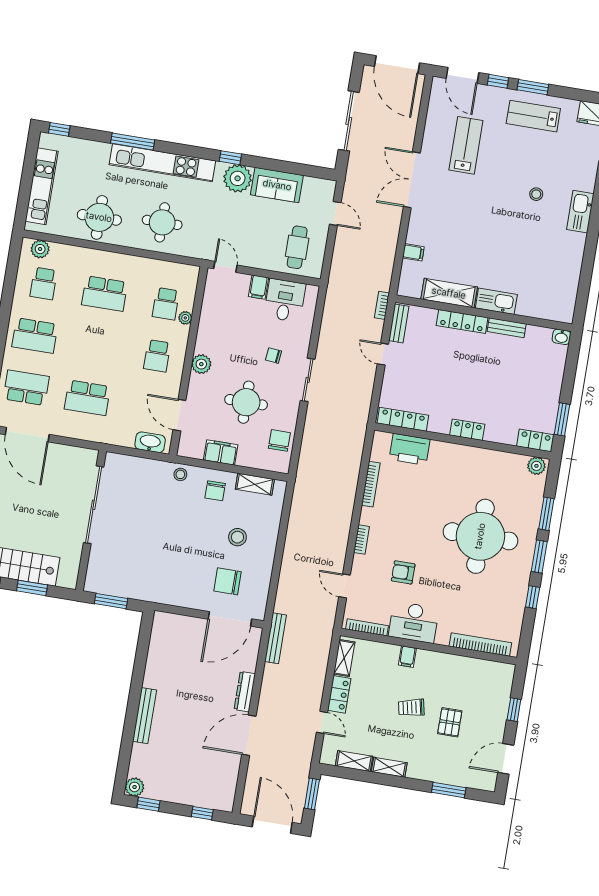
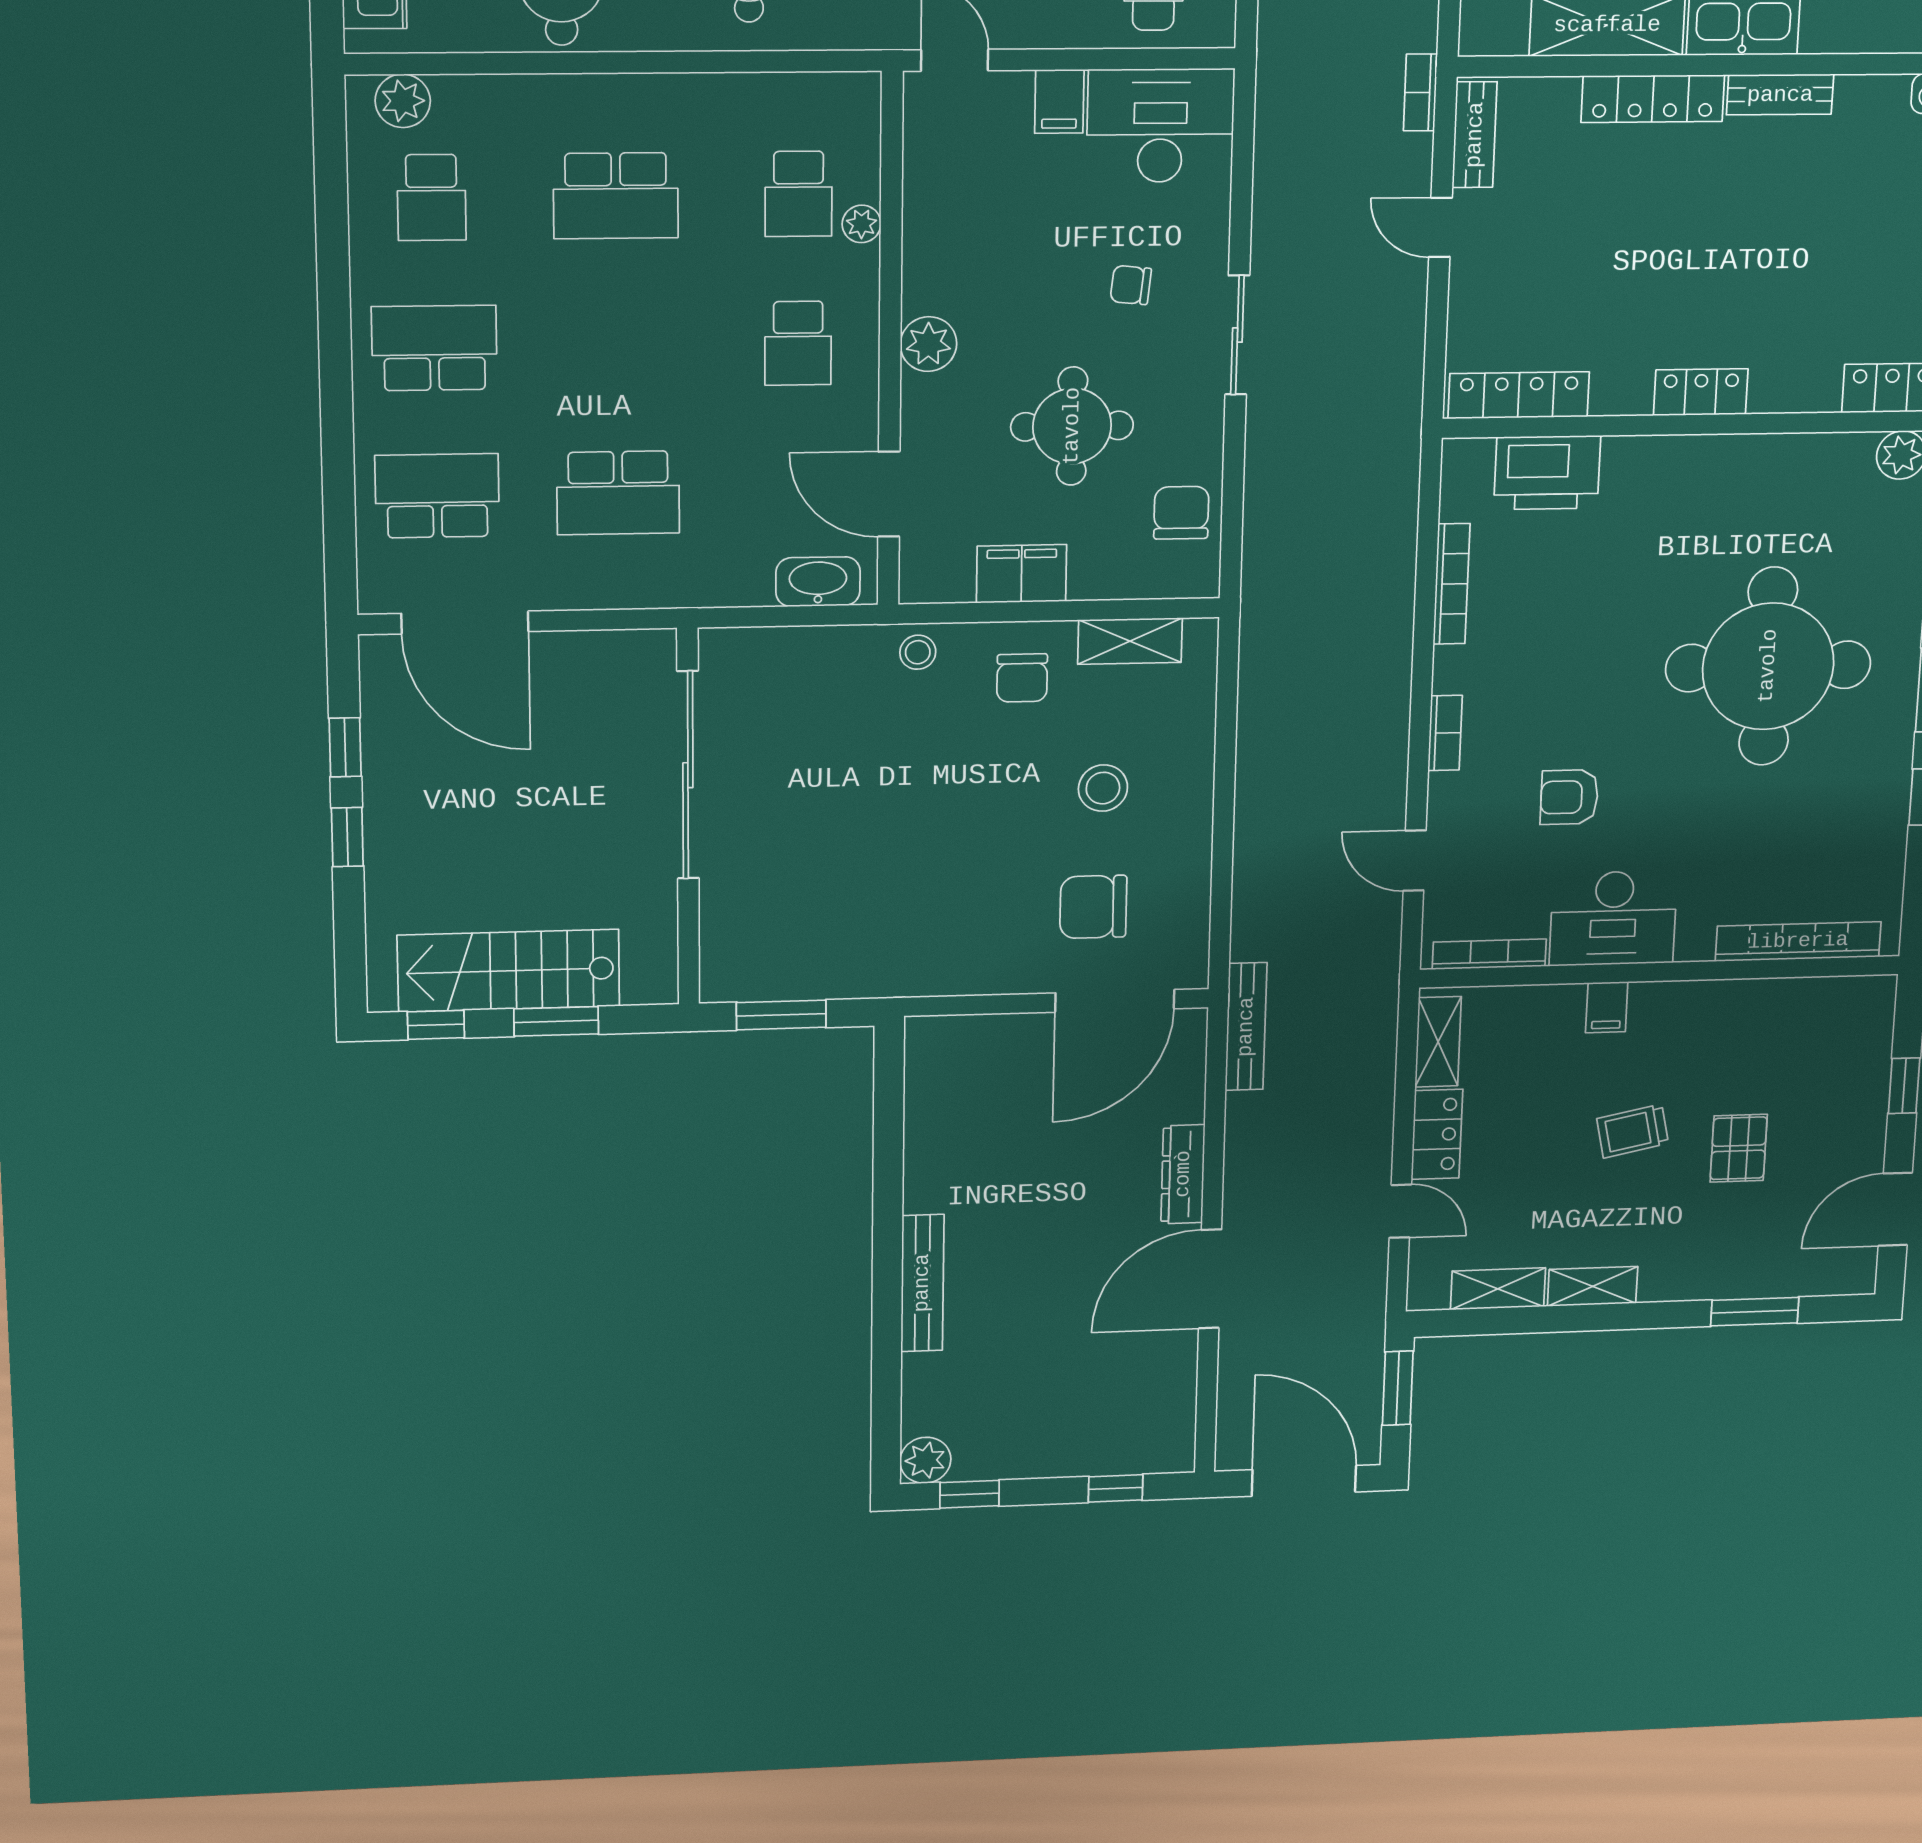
desk: (285, 300) -> (1160, 126), width x1.37
school desk: (35, 336) -> (434, 348), turned 180

